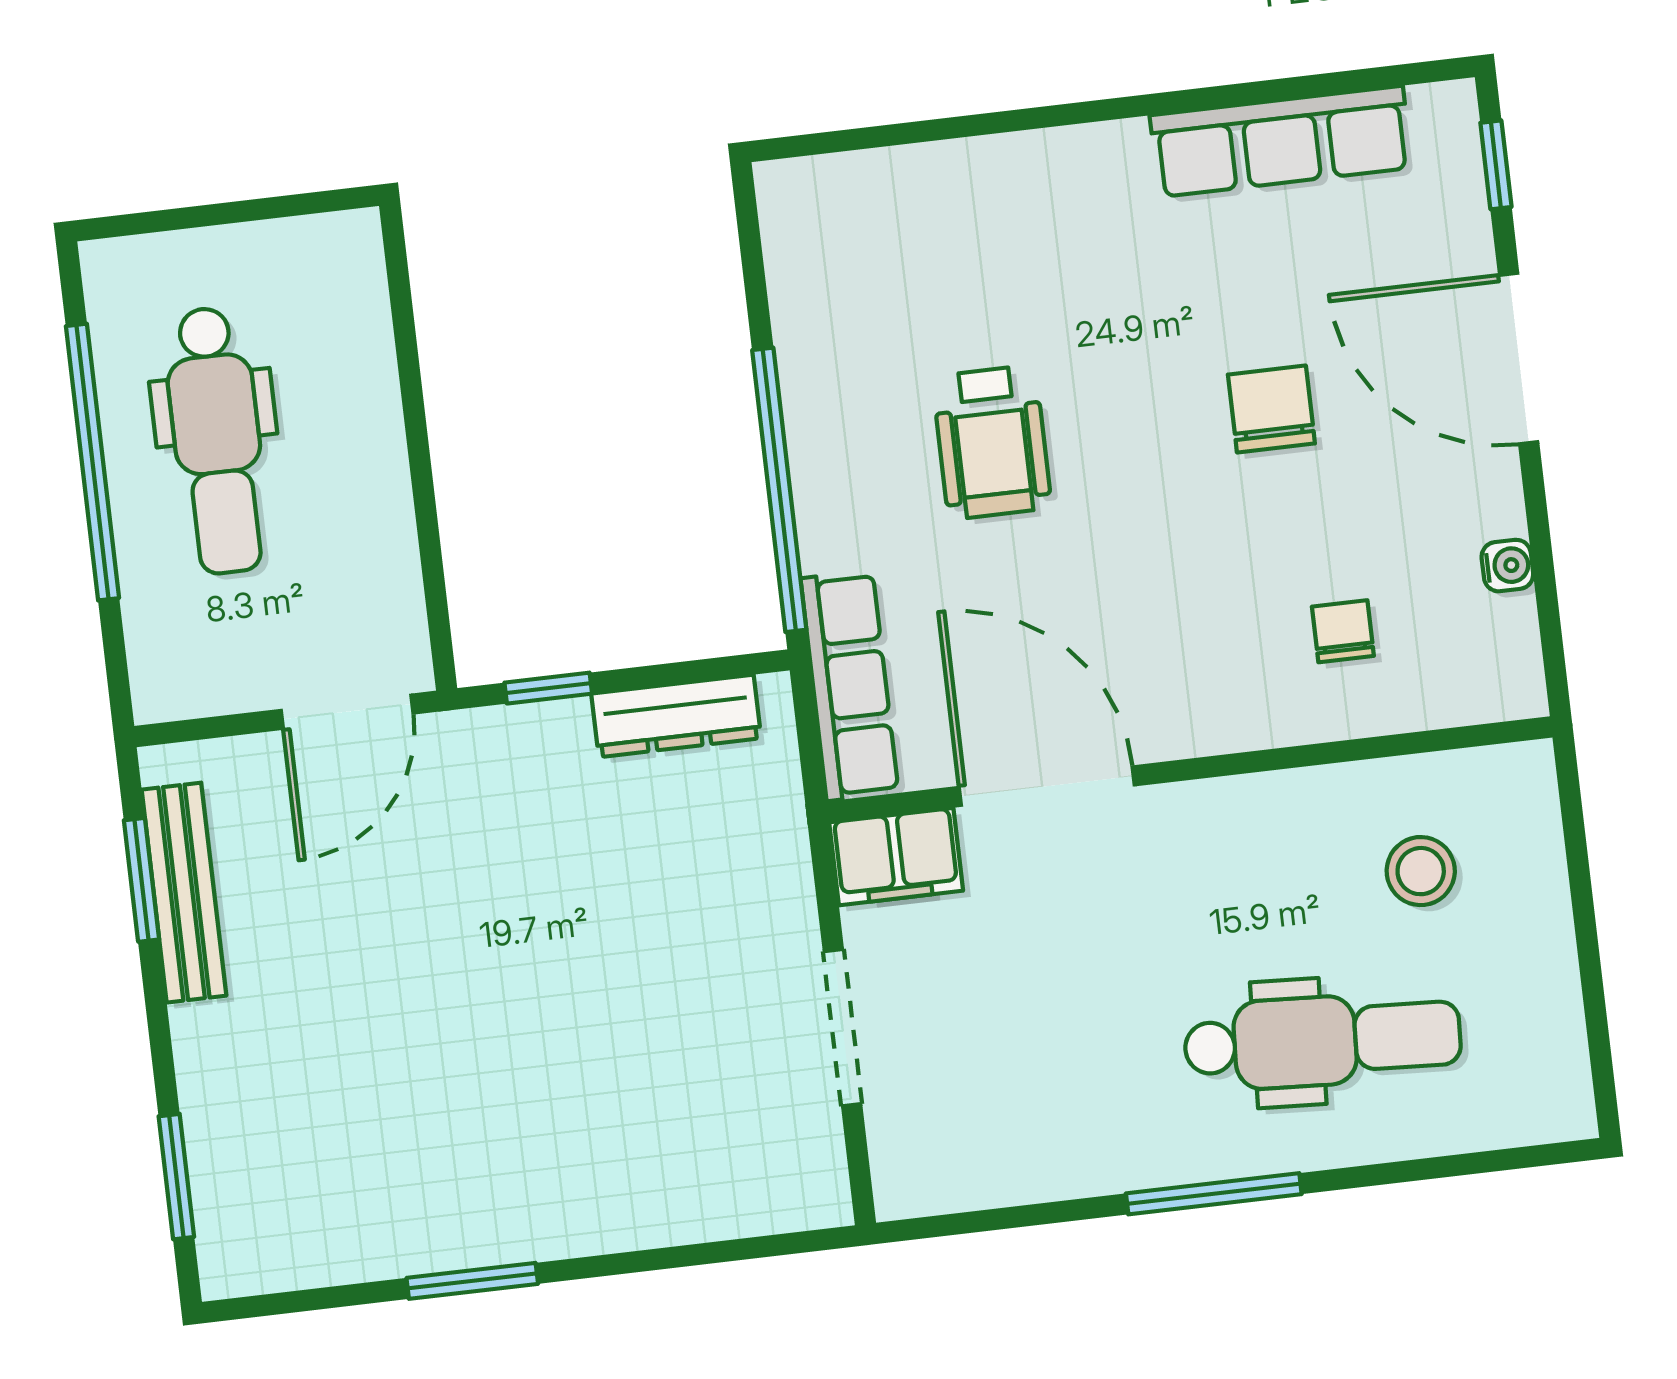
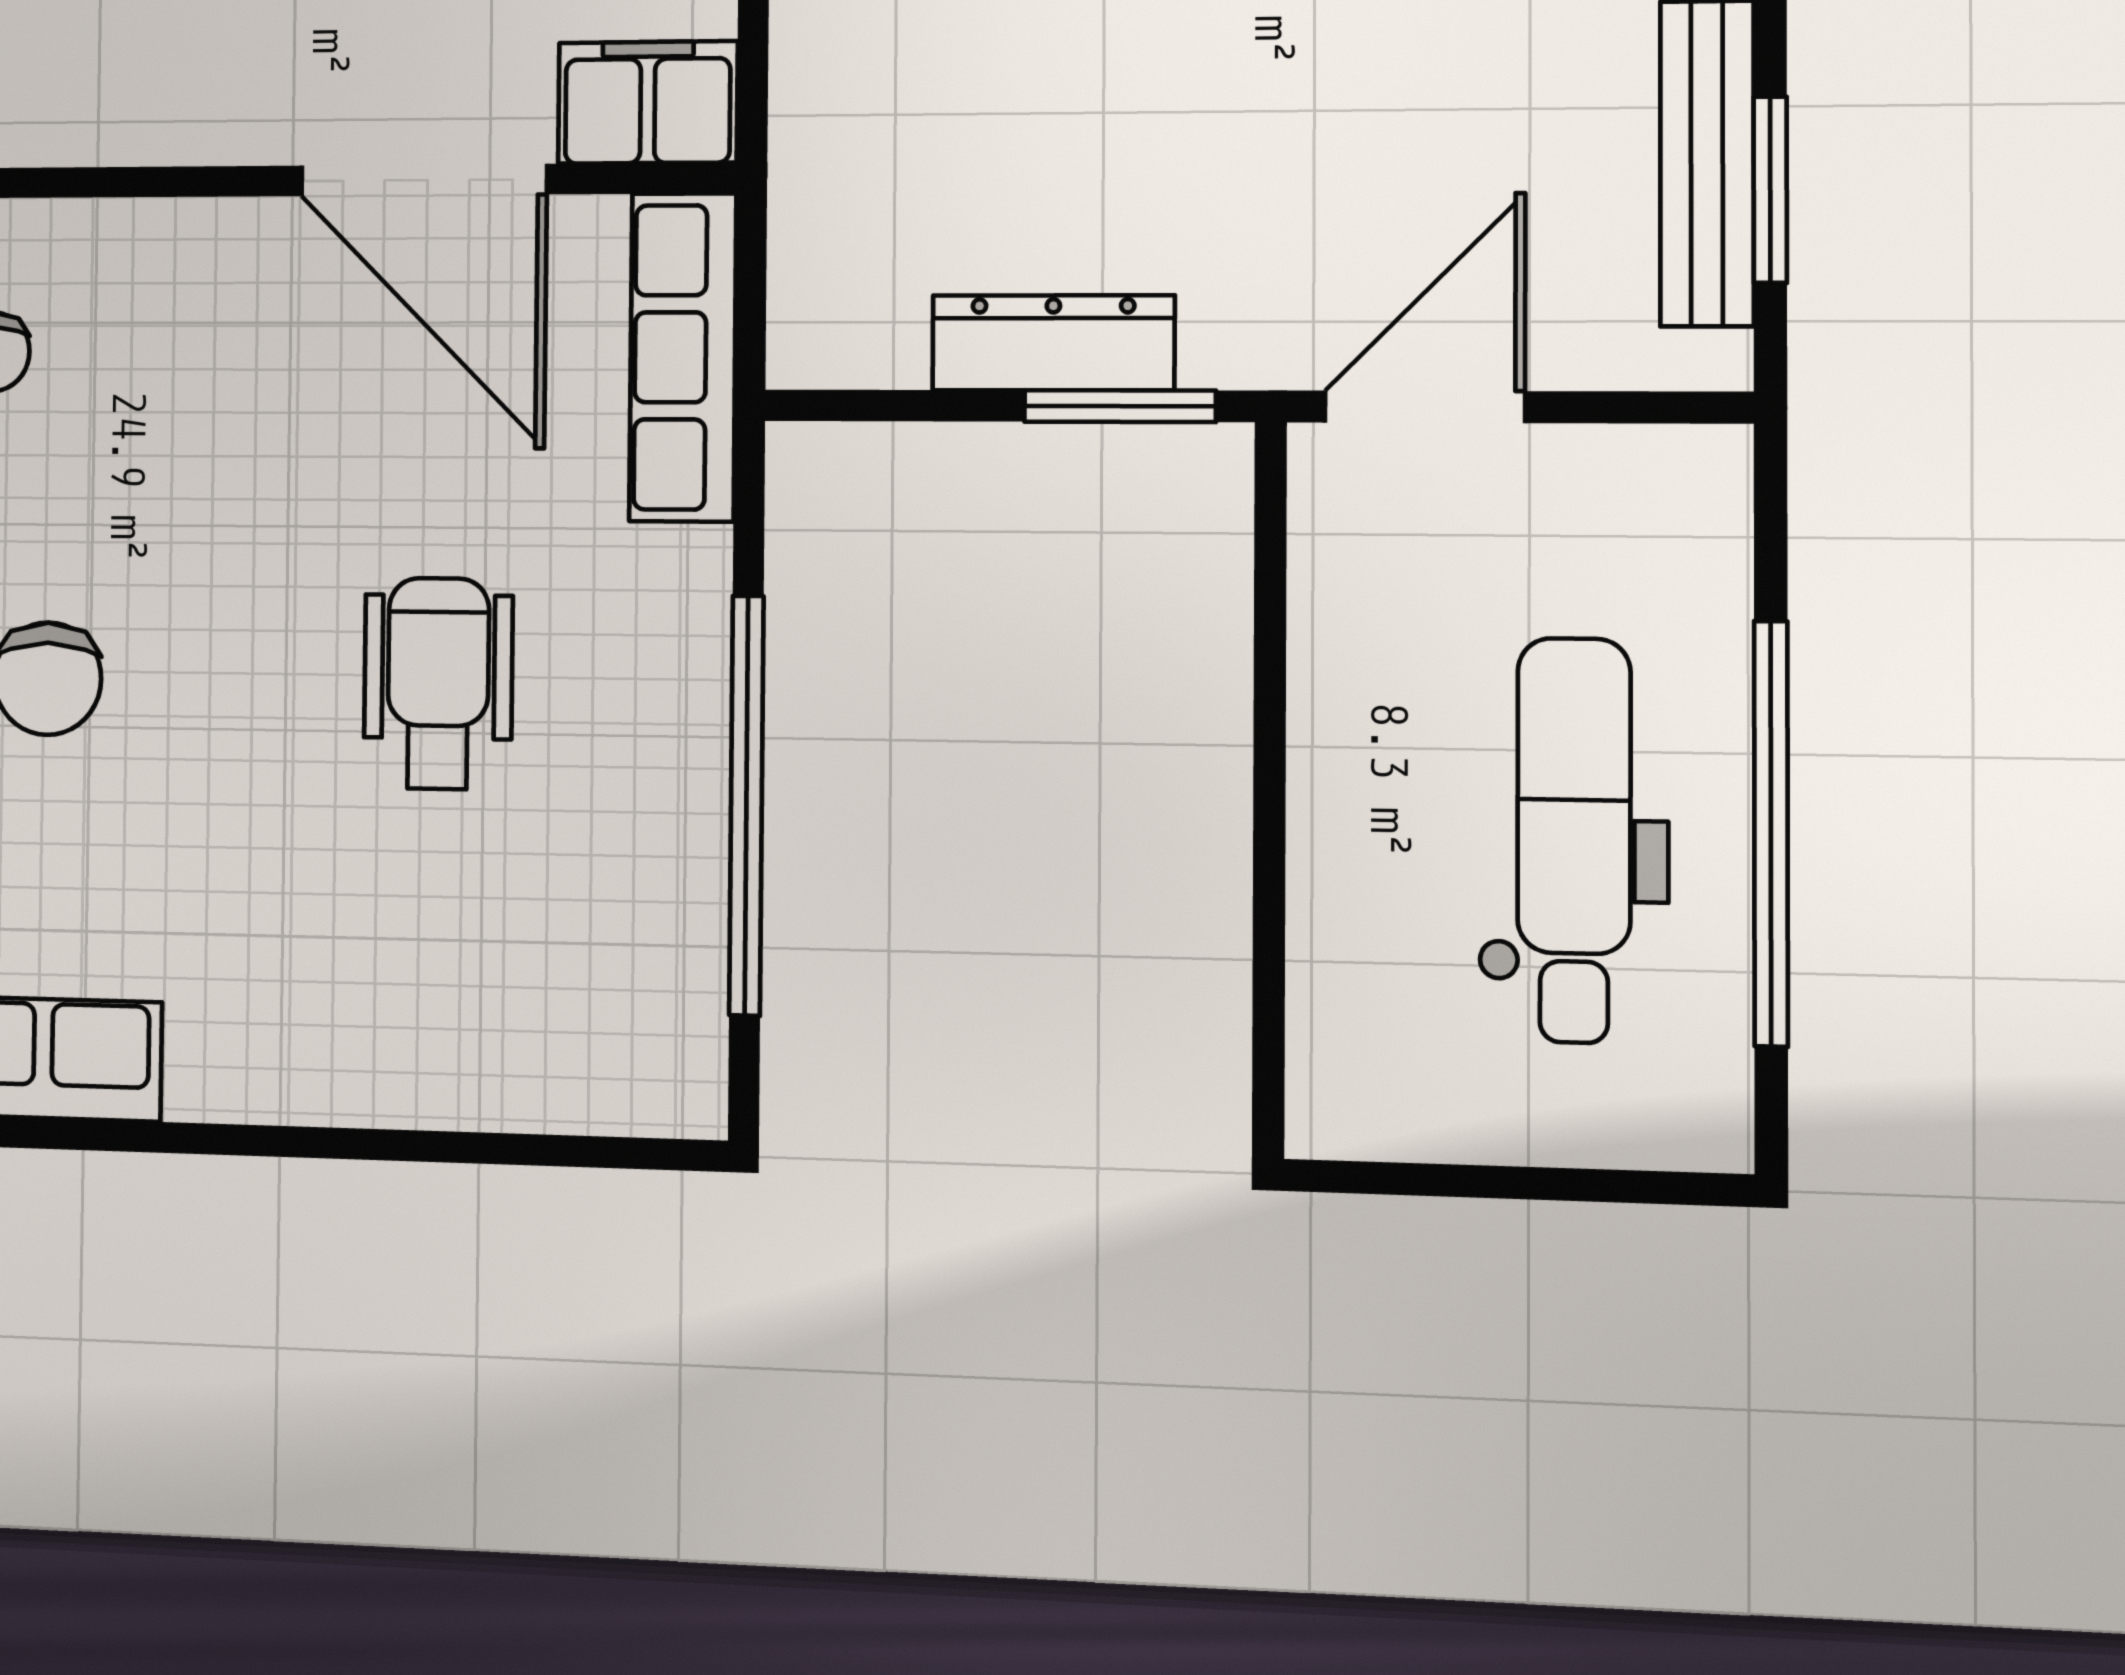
window: (779, 490) -> (746, 805), moved
window: (548, 688) -> (1120, 406), width x1.50
dresser: (676, 716) -> (1053, 343), moved

